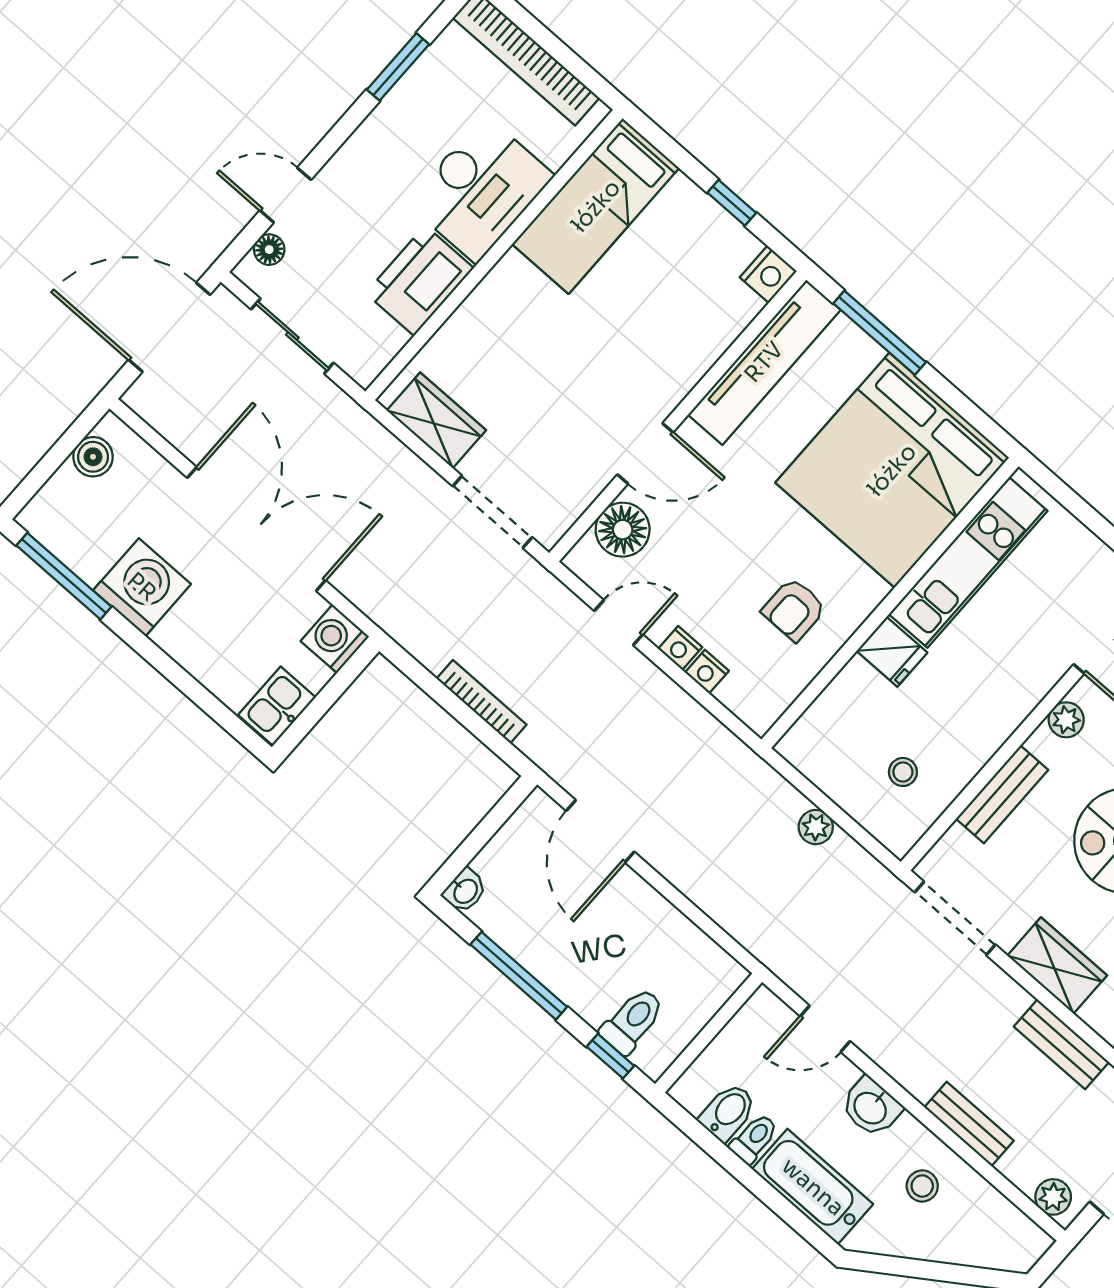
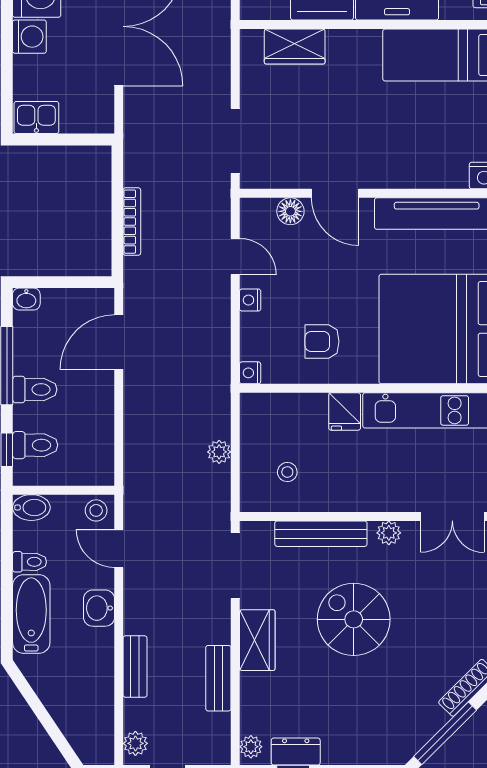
wardrobe: (436, 420) -> (295, 46), moved, turned 90
floor lamp: (623, 530) -> (290, 211), width x0.73, depth x0.73
washing machine: (335, 639) -> (29, 37), moved, turned 90
nightstand: (707, 672) -> (250, 373), moved
bench: (1002, 794) -> (321, 534), width x1.36
toilet: (572, 968) -> (35, 389), added
bidet: (728, 1112) -> (31, 508), moved
stool: (922, 1186) -> (96, 510), moved

